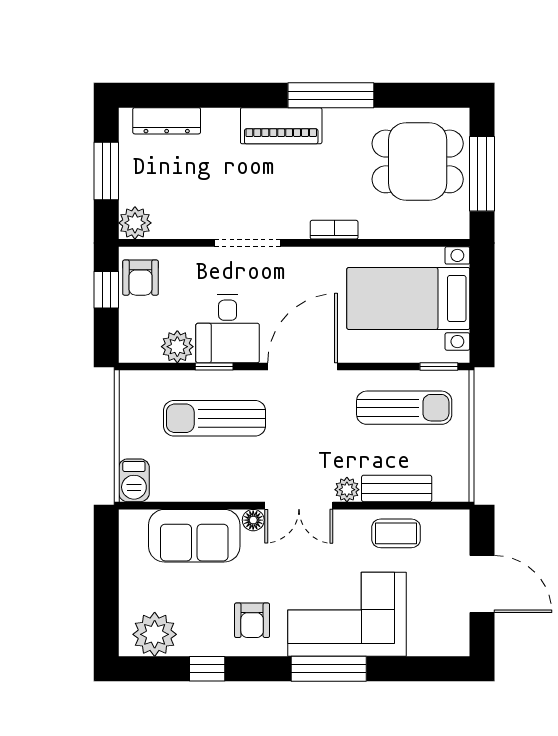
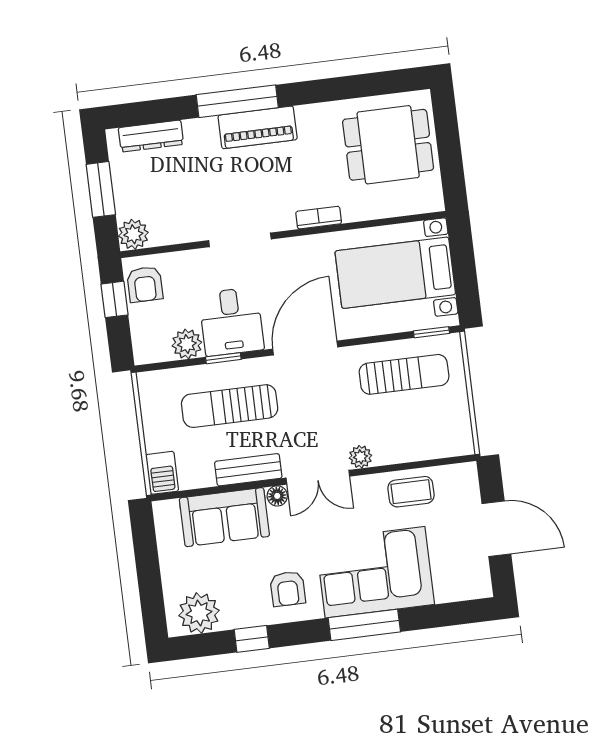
window: (331, 95) -> (237, 101), moved
window: (482, 174) -> (449, 149), removed
bench: (397, 488) -> (248, 470), moved

